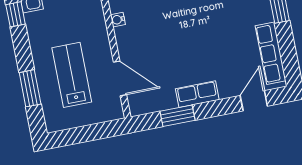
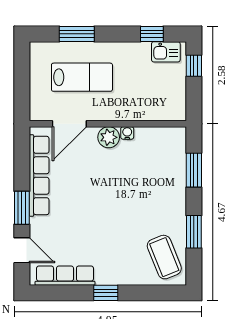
plant: (126, 37) -> (109, 137), added
row of seats: (197, 94) -> (39, 175), width x2.02
window: (177, 116) -> (22, 208), moved

